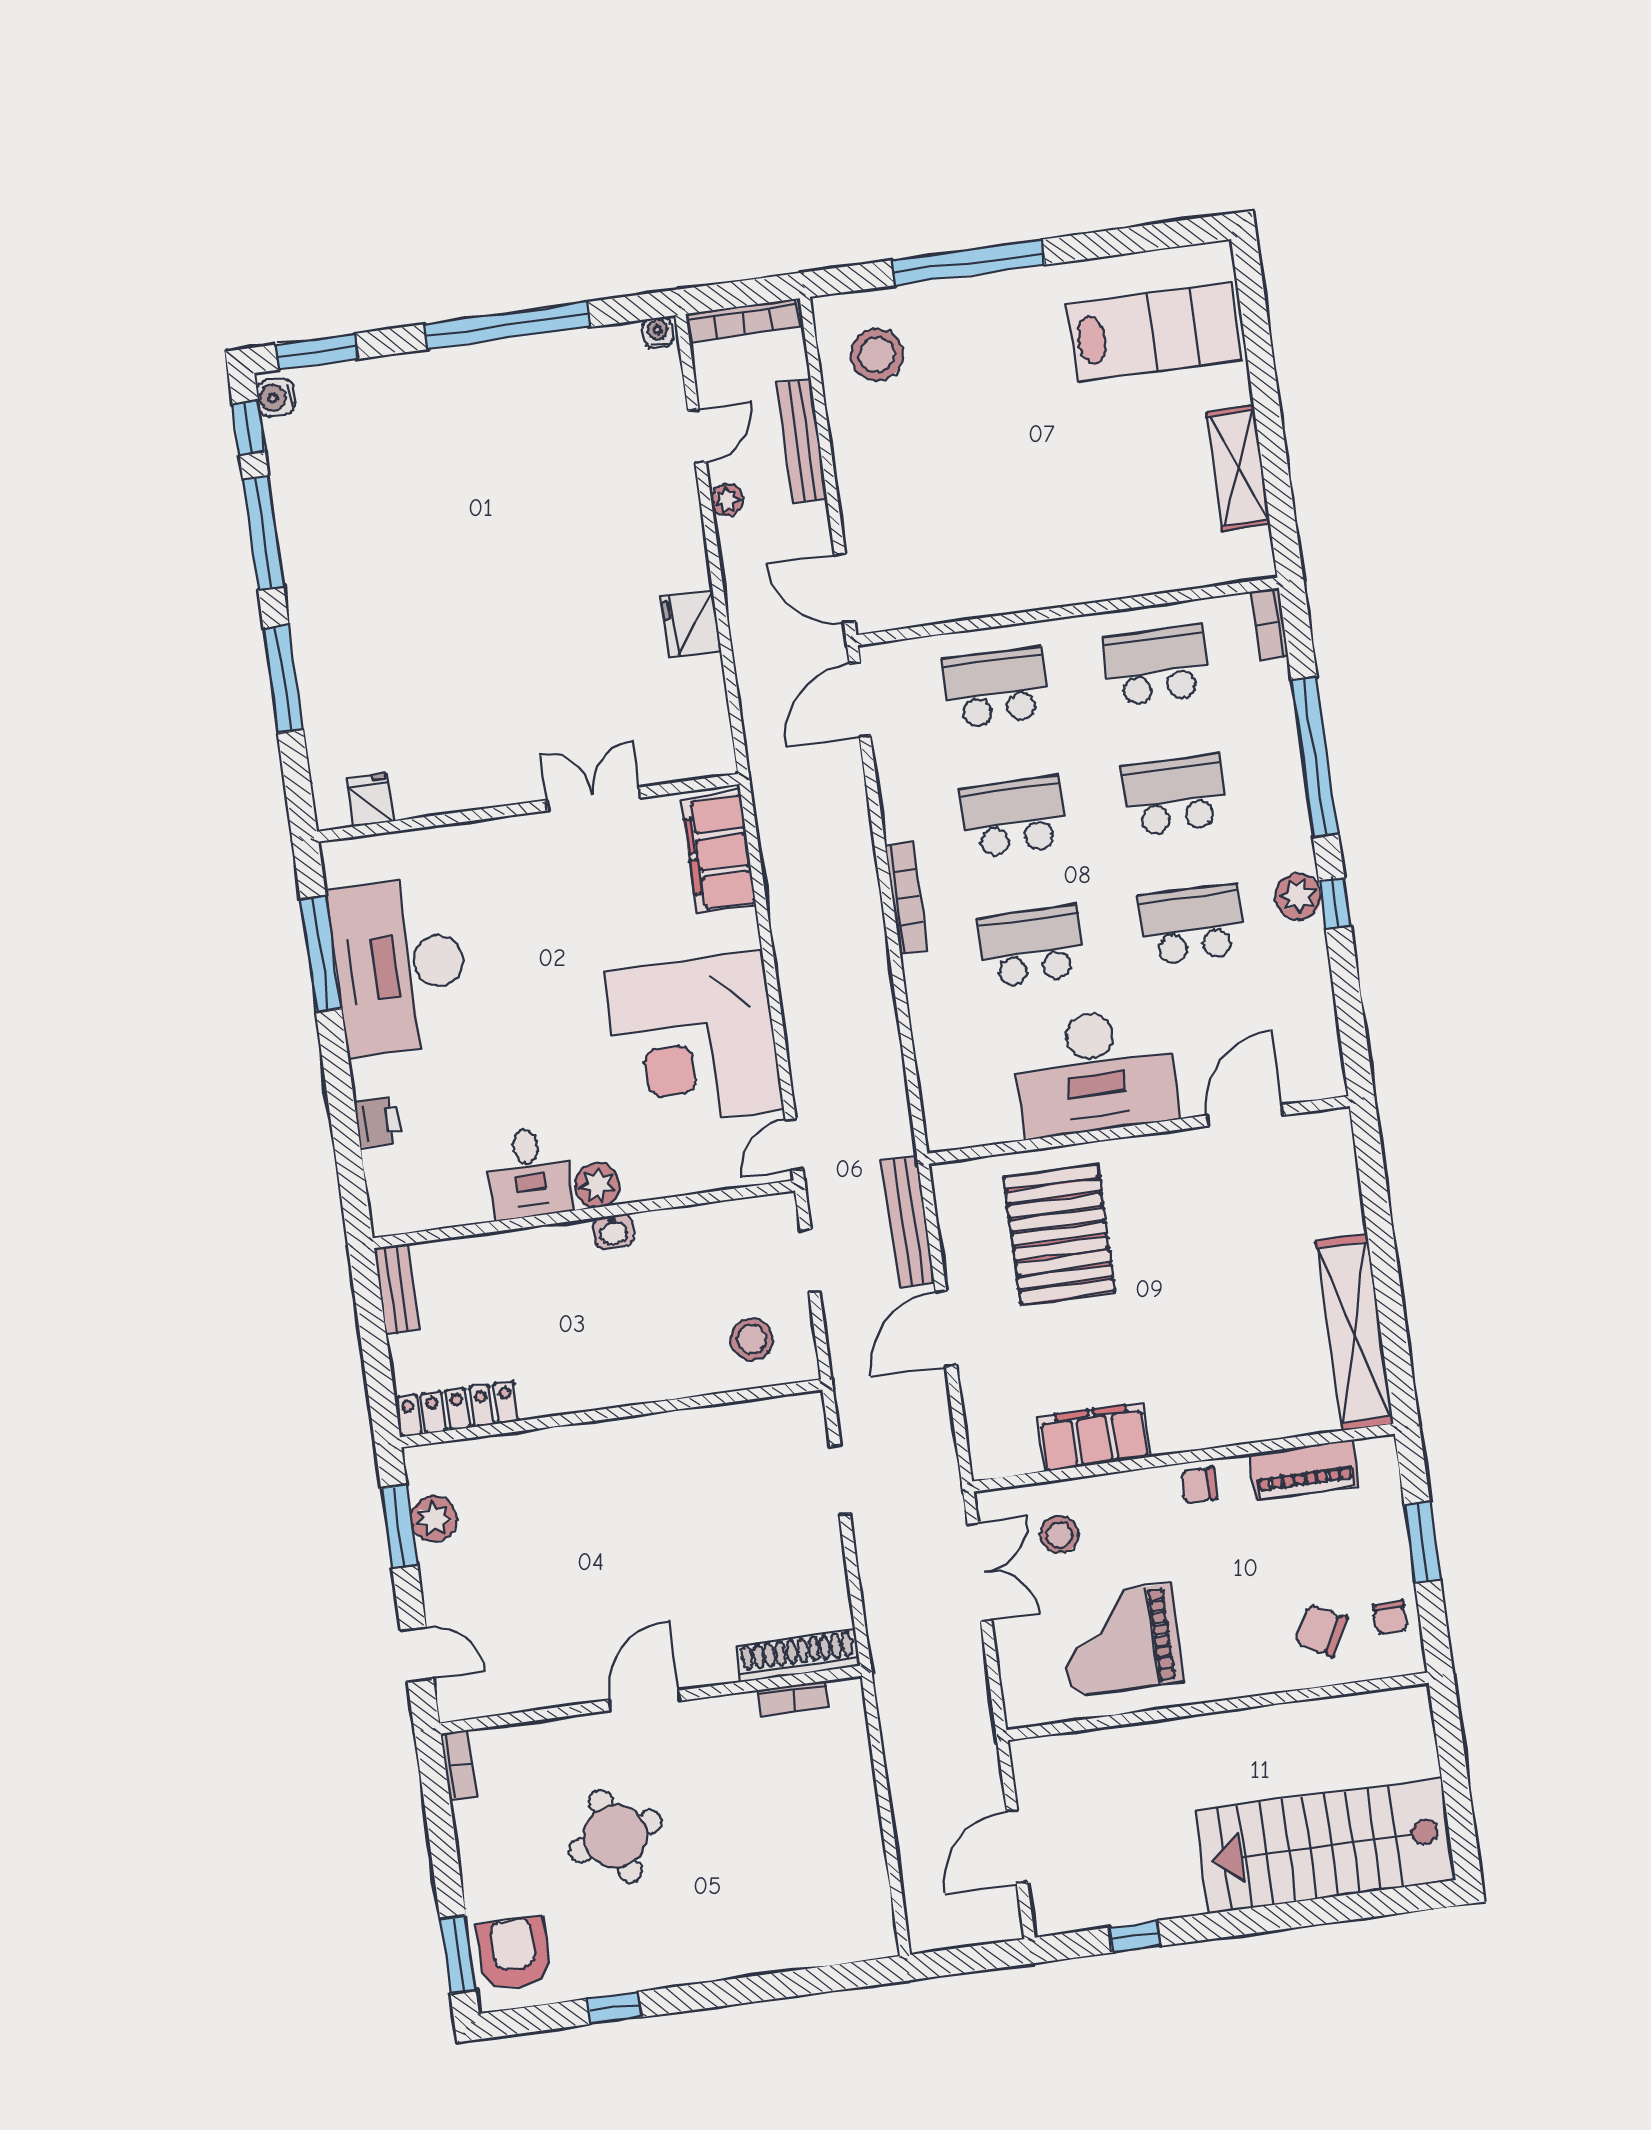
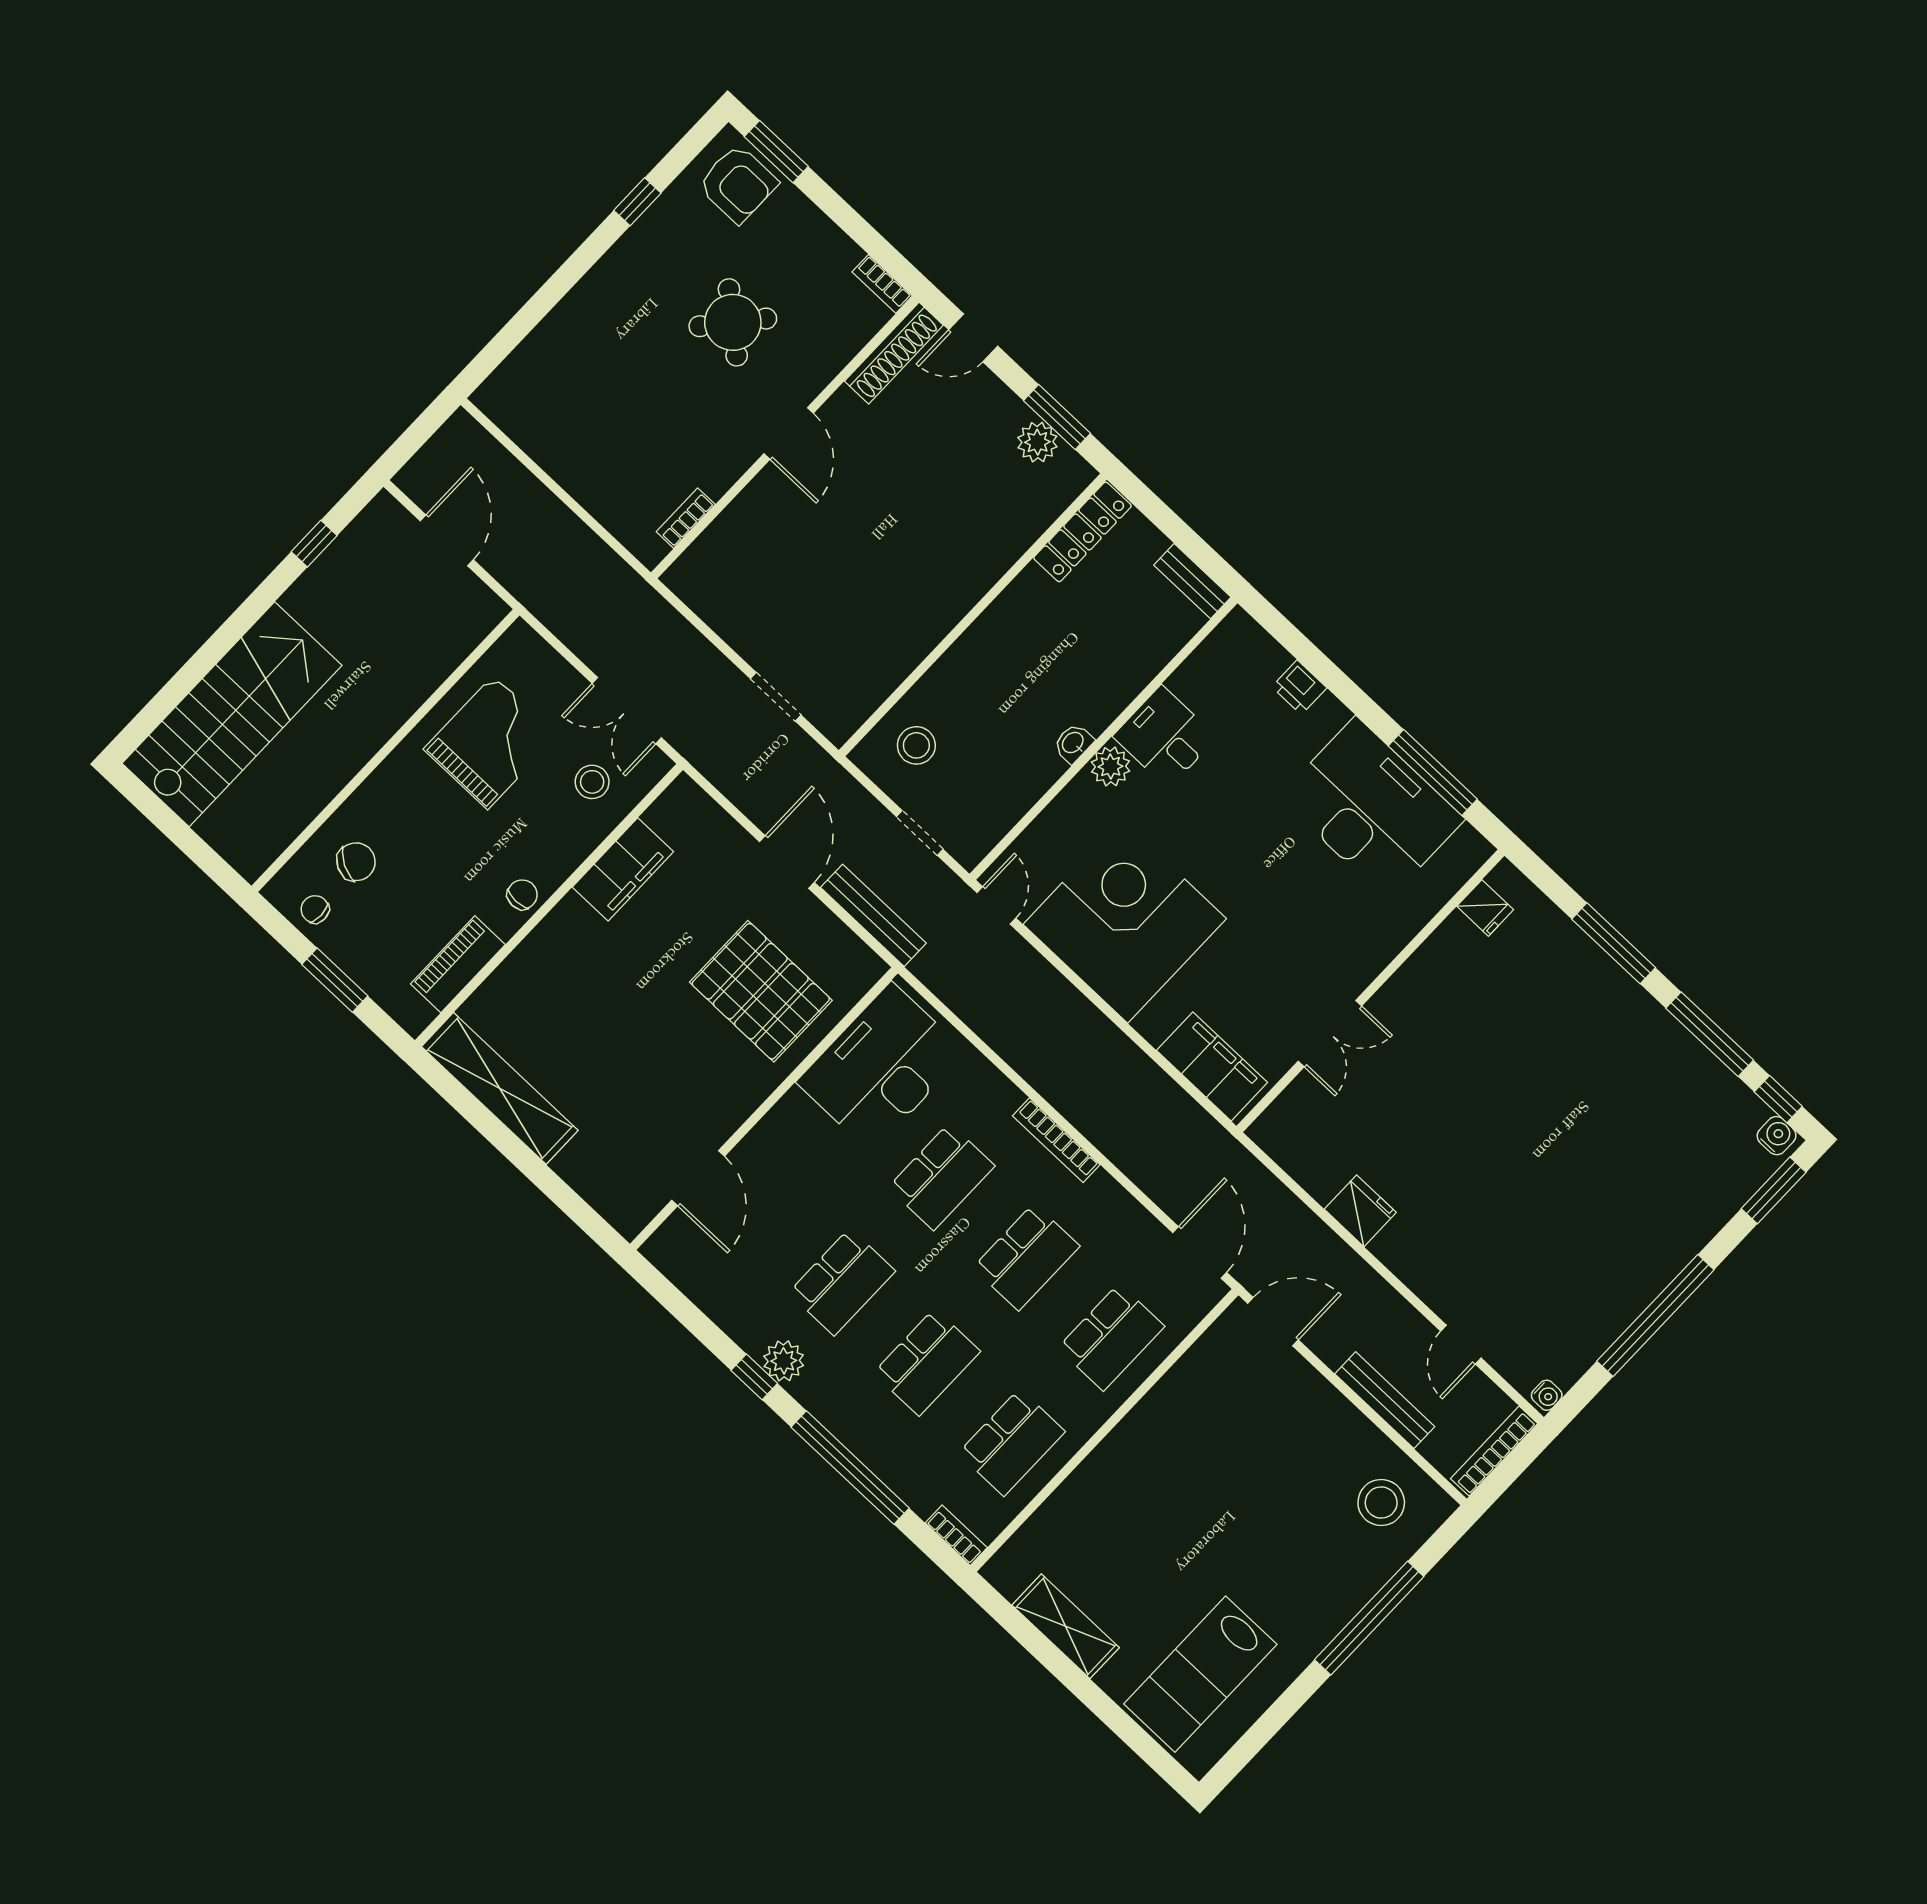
plant: (727, 500) -> (1404, 1317), removed
desk: (1095, 1072) -> (881, 1067), moved
shoe rack: (798, 1655) -> (894, 353), moved
round table: (615, 1836) -> (733, 322), turned -35

